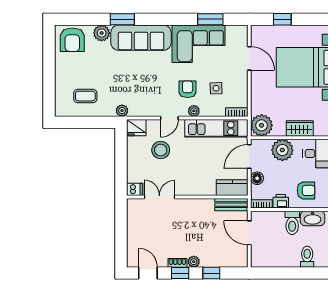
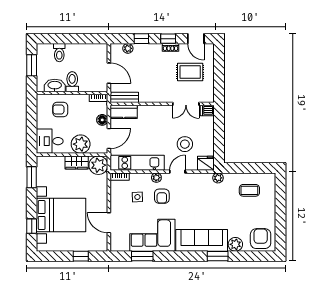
wardrobe: (300, 128) -> (77, 163), moved
printer: (281, 201) -> (82, 100), removed
rug: (155, 234) -> (190, 72), added
plant: (194, 262) -> (128, 48), moved

